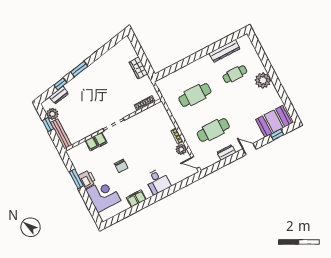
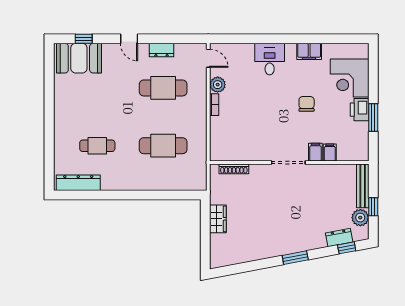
dresser: (225, 51) -> (78, 183), moved
plant: (263, 80) -> (65, 119), removed
window: (60, 84) -> (347, 248), moved

